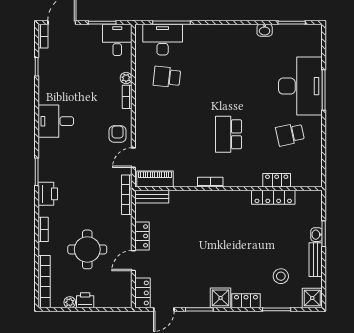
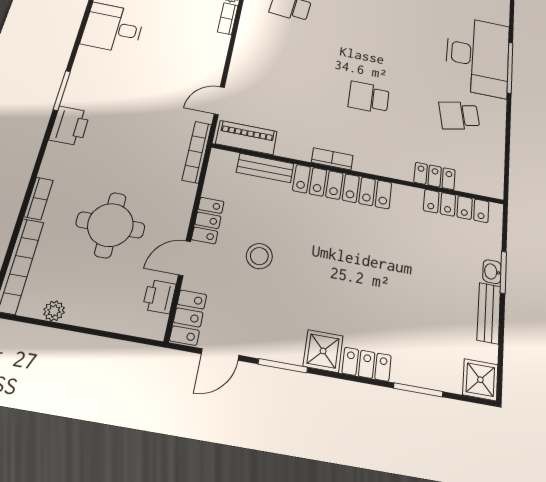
armchair: (118, 134) -> (202, 64), removed
school desk: (229, 134) -> (369, 97), width x0.54
bench: (152, 197) -> (265, 168), moved
locker: (273, 197) -> (456, 206), moved
locker: (219, 199) -> (343, 187), added
bookcase: (43, 229) -> (39, 198), moved
stool: (281, 276) -> (259, 256), moved
printer: (85, 300) -> (159, 297), moved, turned -90

